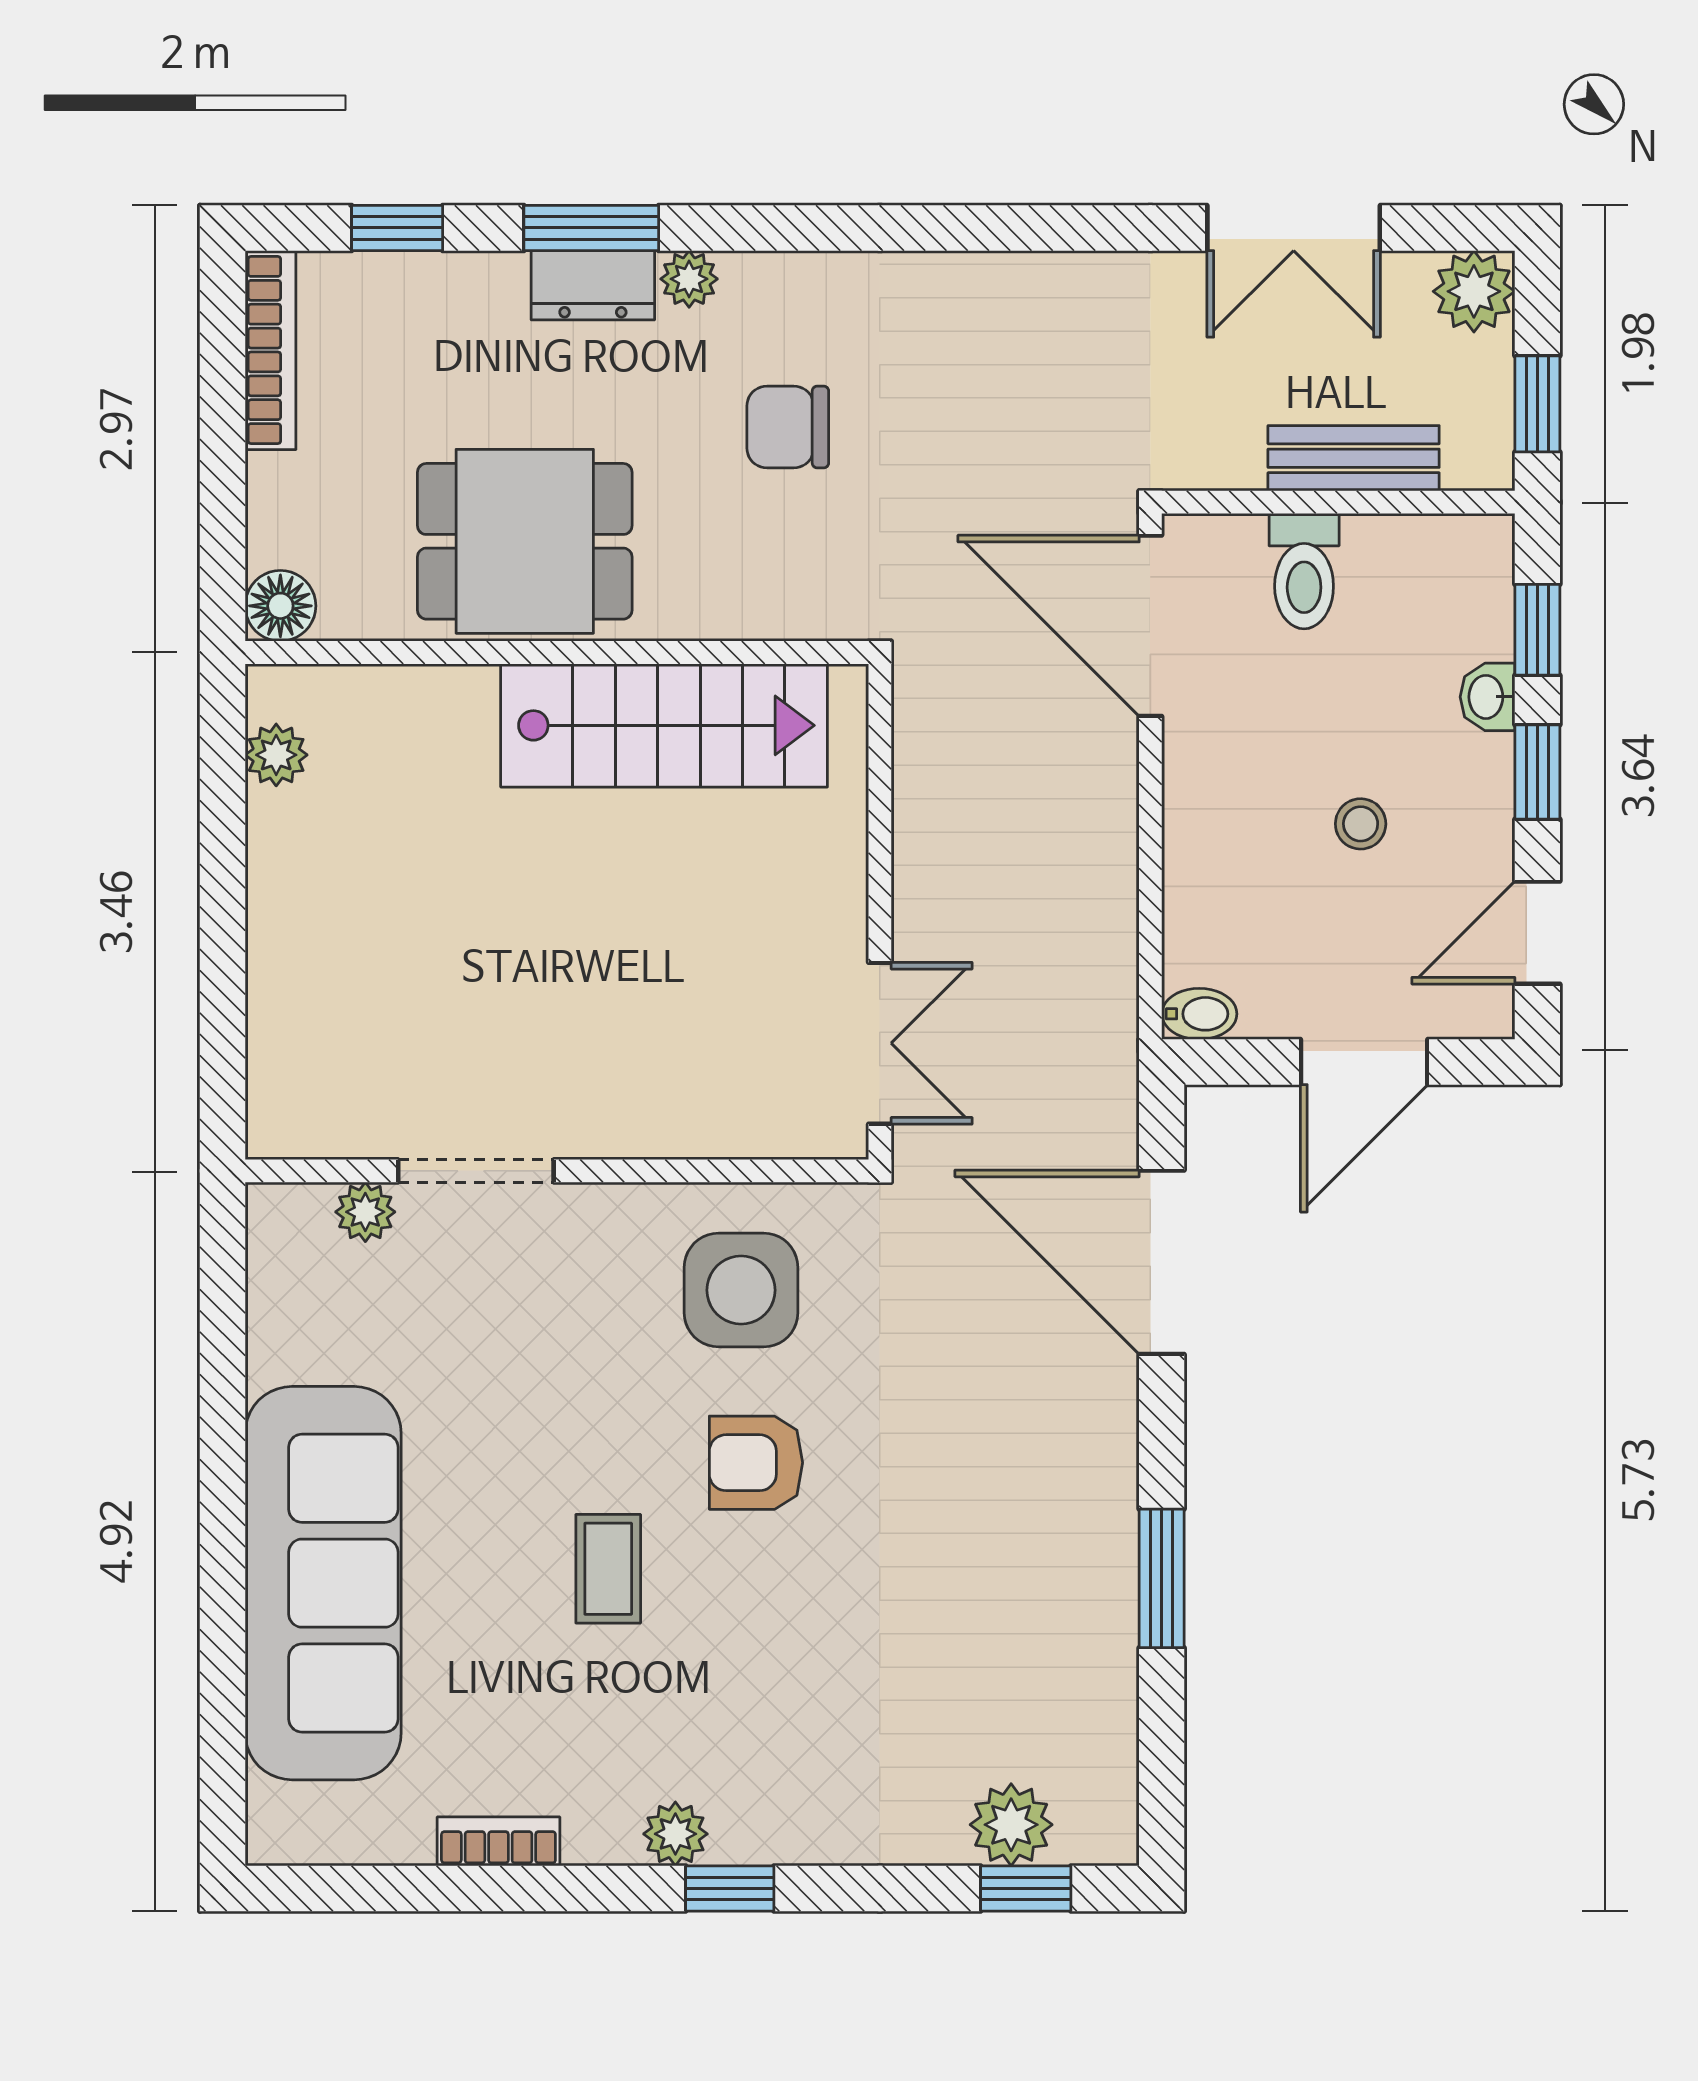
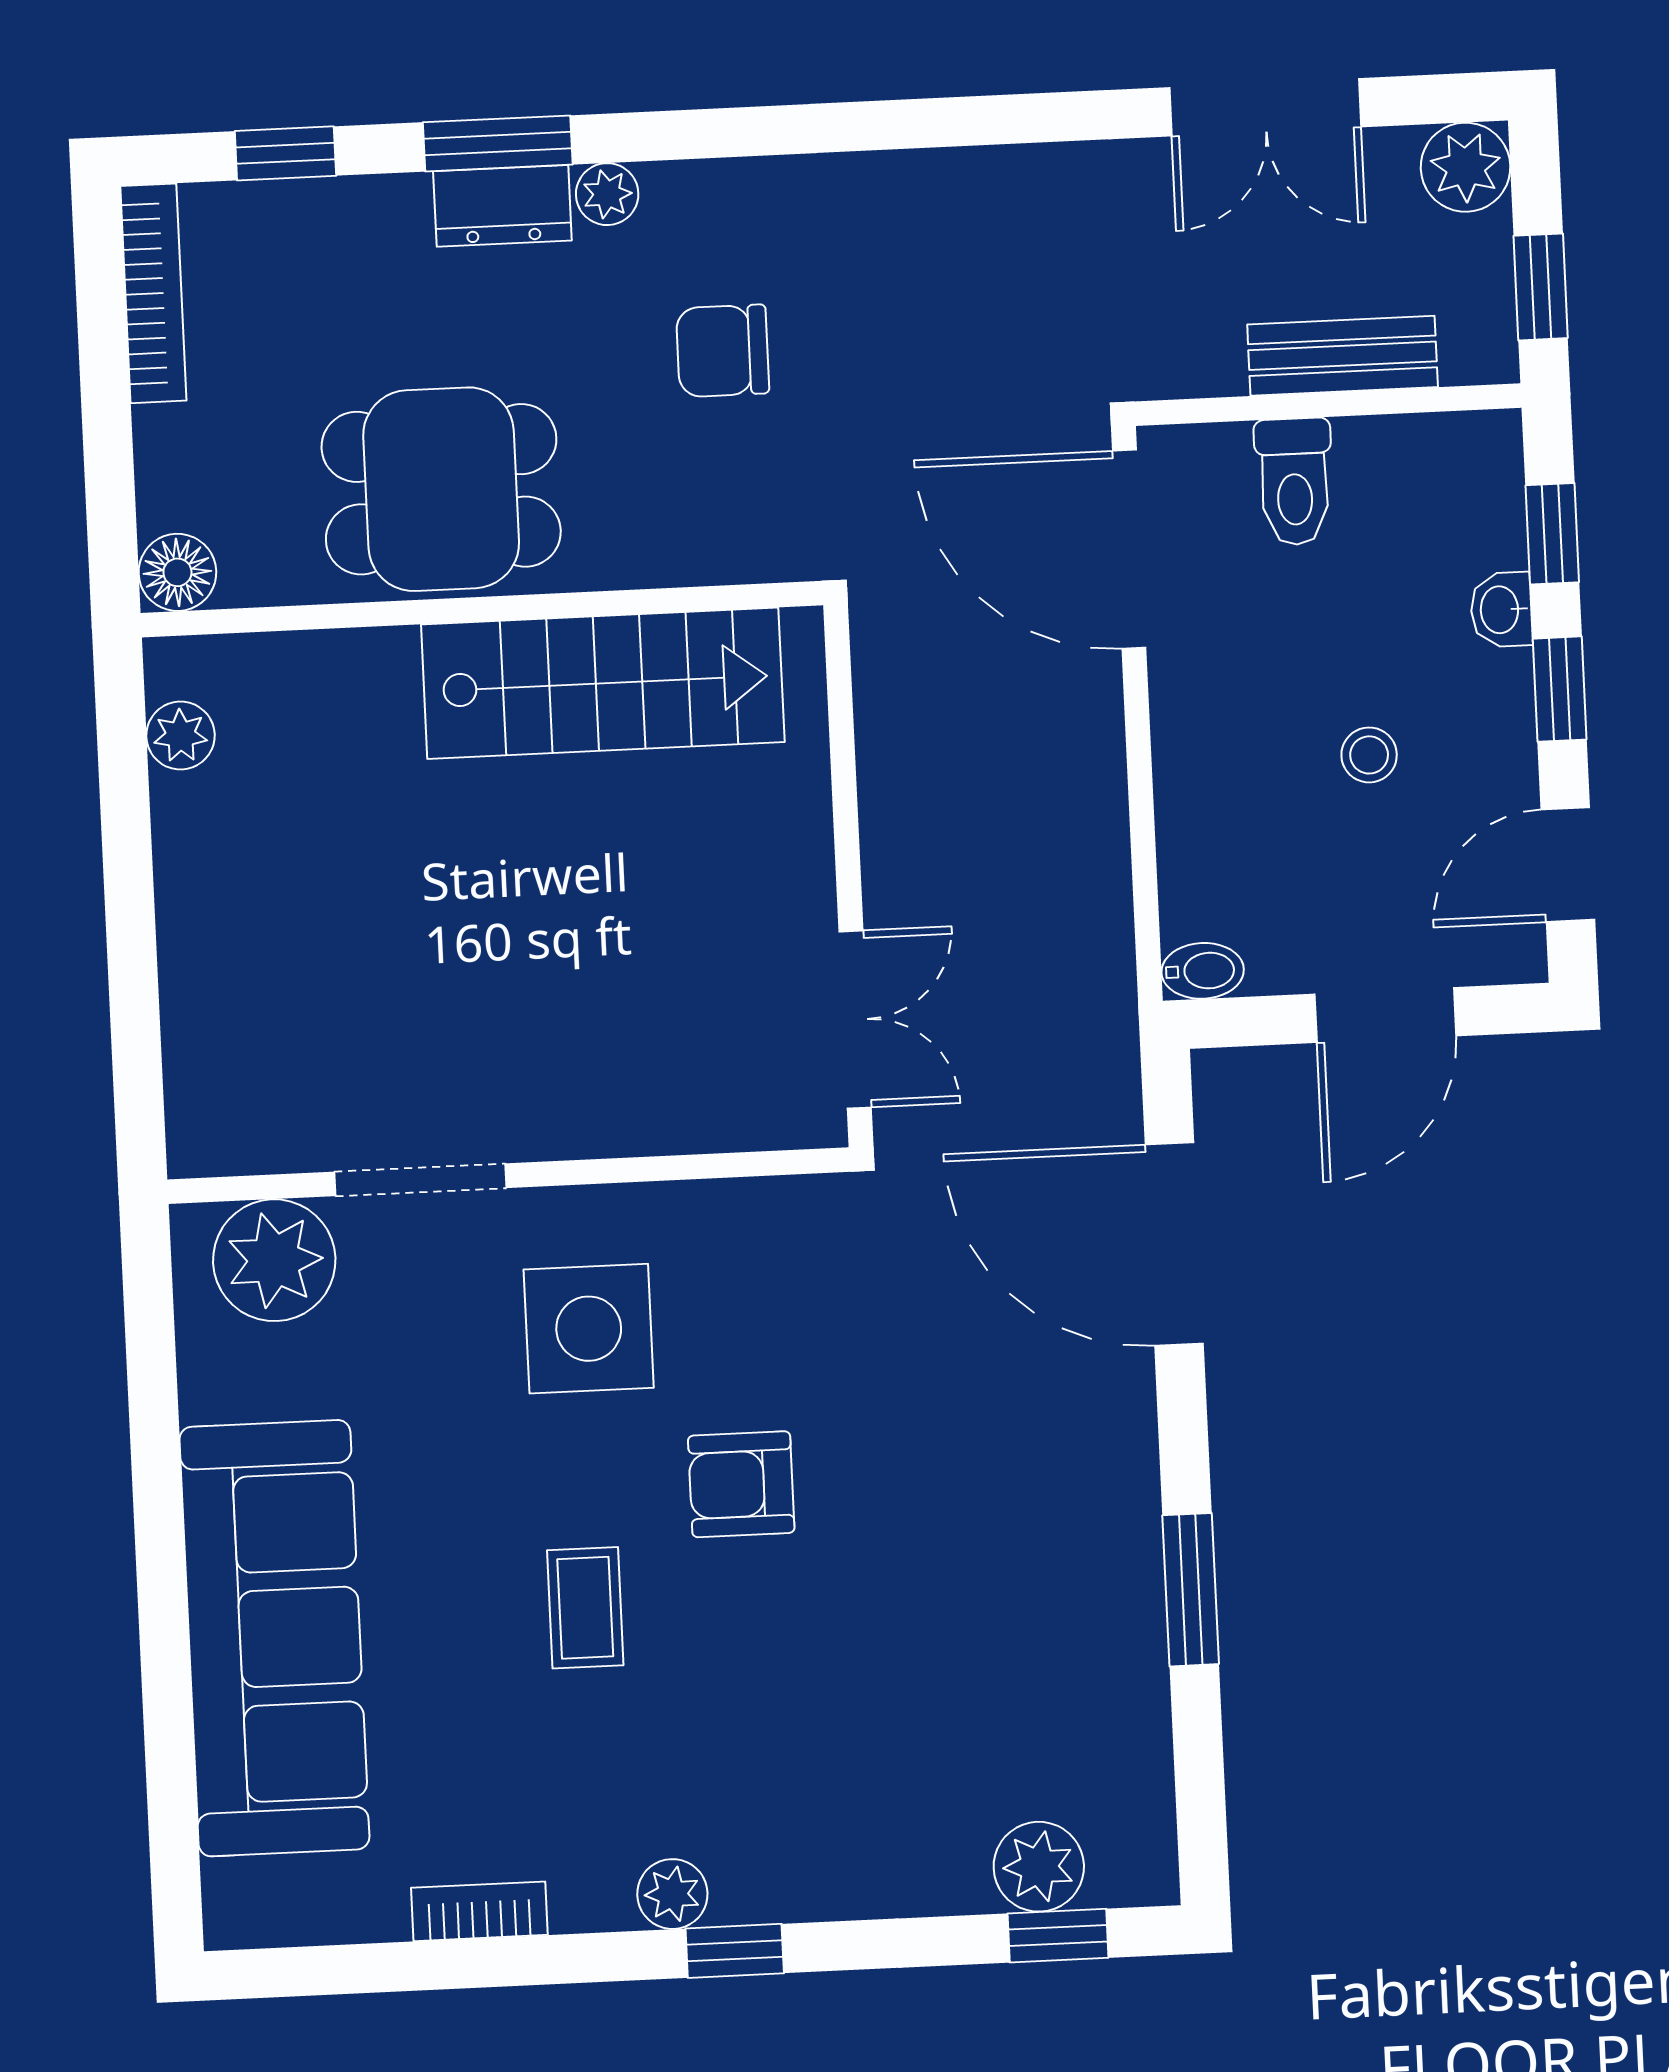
plant: (365, 1212) -> (274, 1260), width x1.88, depth x1.88
side table: (741, 1290) -> (589, 1329), moved

